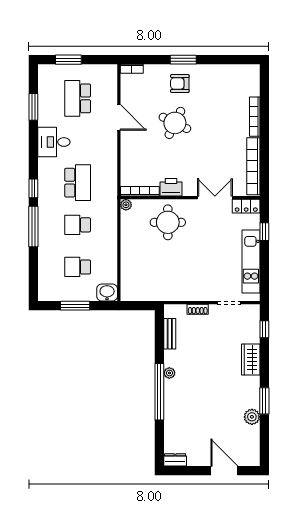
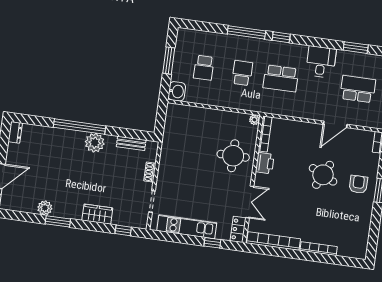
school desk: (78, 267) -> (204, 68), turned 180
plant: (169, 373) -> (95, 143), width x1.88, depth x1.88

